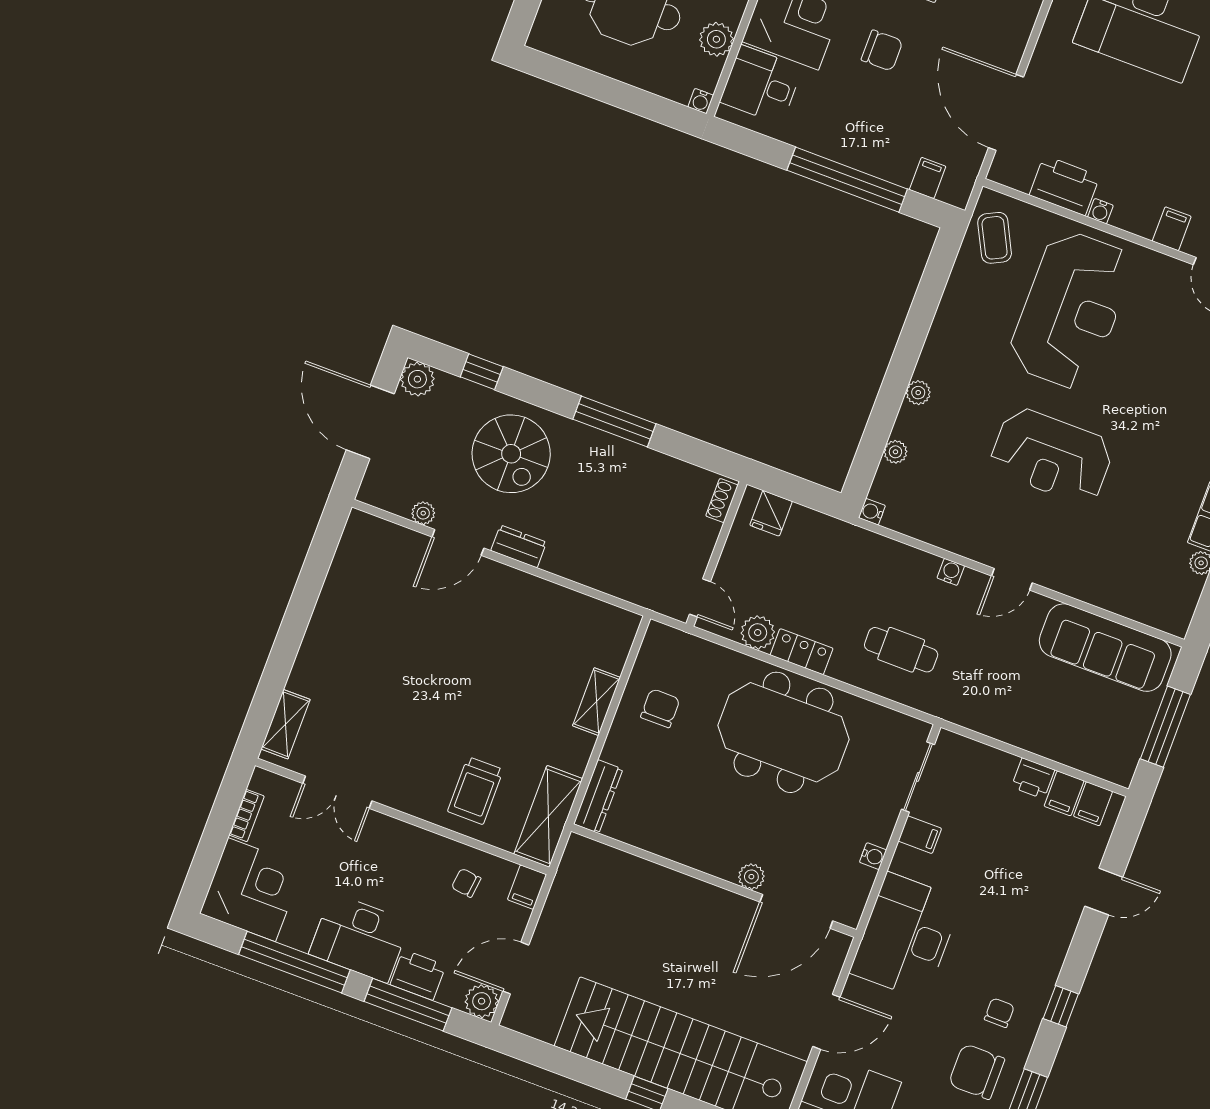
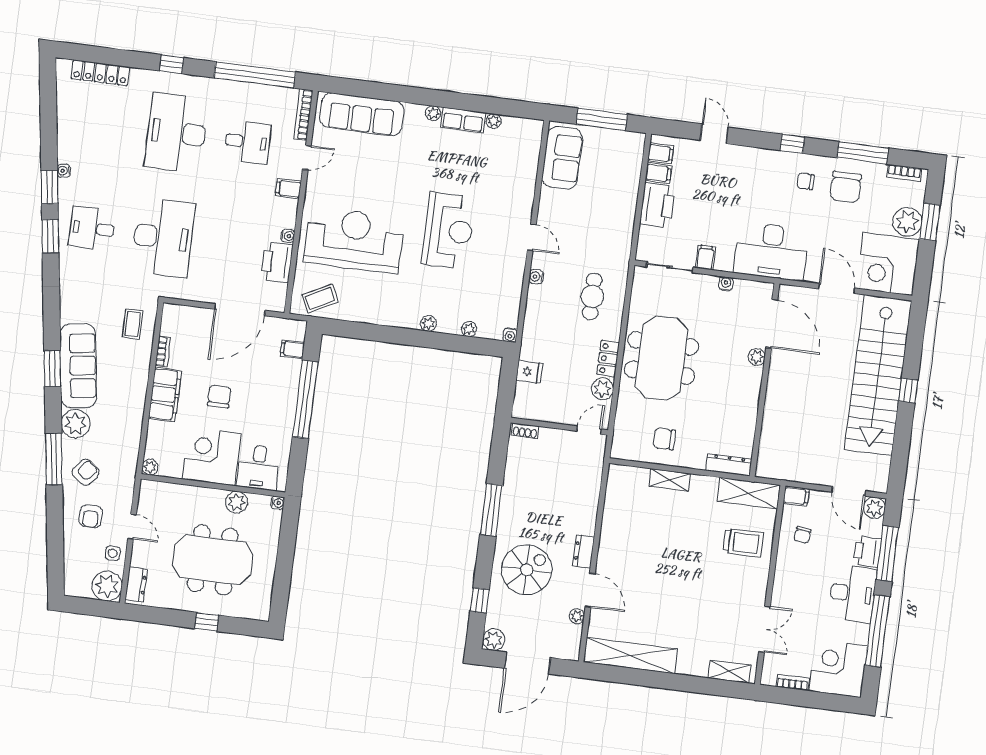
fridge: (771, 513) -> (529, 372), moved
shelving: (345, 580) -> (631, 656), added
sofa: (1105, 648) -> (562, 158), width x0.73
printer: (1033, 778) -> (657, 205), width x1.87, depth x1.48

